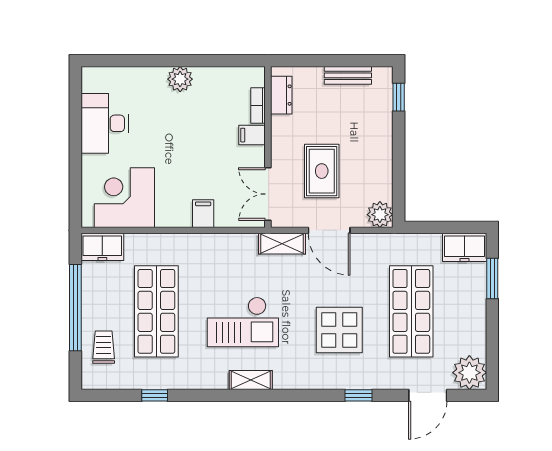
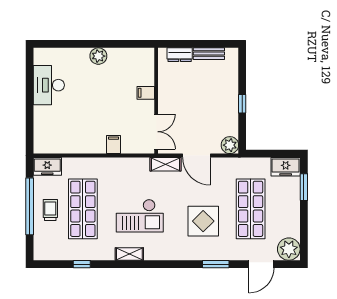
dresser: (281, 95) -> (180, 55), moved, turned 90
window: (399, 97) -> (242, 104), moved
bookcase: (258, 106) -> (150, 73), removed
rug: (322, 171) -> (192, 117), removed
double door: (268, 194) -> (156, 132), swing flipped
corner desk: (124, 198) -> (62, 134), removed
trolley: (104, 347) -> (50, 210), moved
shelving: (251, 380) -> (129, 254), moved
window: (359, 395) -> (216, 264), width x1.50

